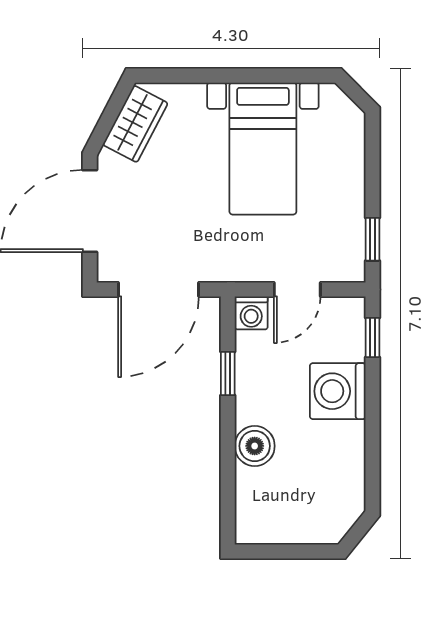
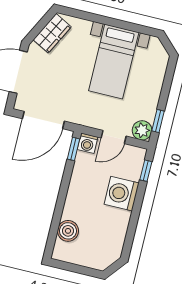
plant: (347, 264) -> (142, 130), added
window: (228, 374) -> (74, 149), moved
boiler: (255, 446) -> (68, 231), moved

